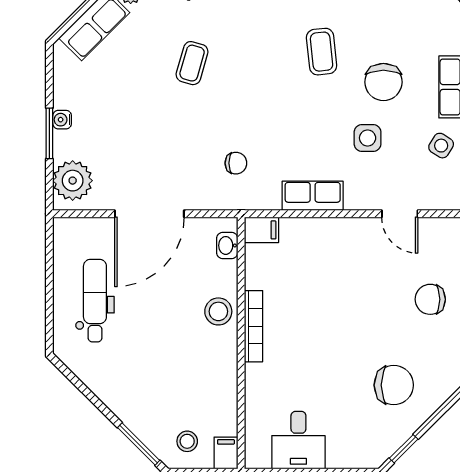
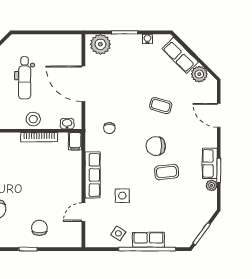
chair: (383, 82) -> (156, 146), moved
water cooler: (62, 120) -> (147, 39), moved
row of seats: (313, 196) -> (93, 175), width x1.48
dental chair: (95, 301) -> (25, 78), moved, turned 90
bookcase: (254, 326) -> (39, 137), moved

